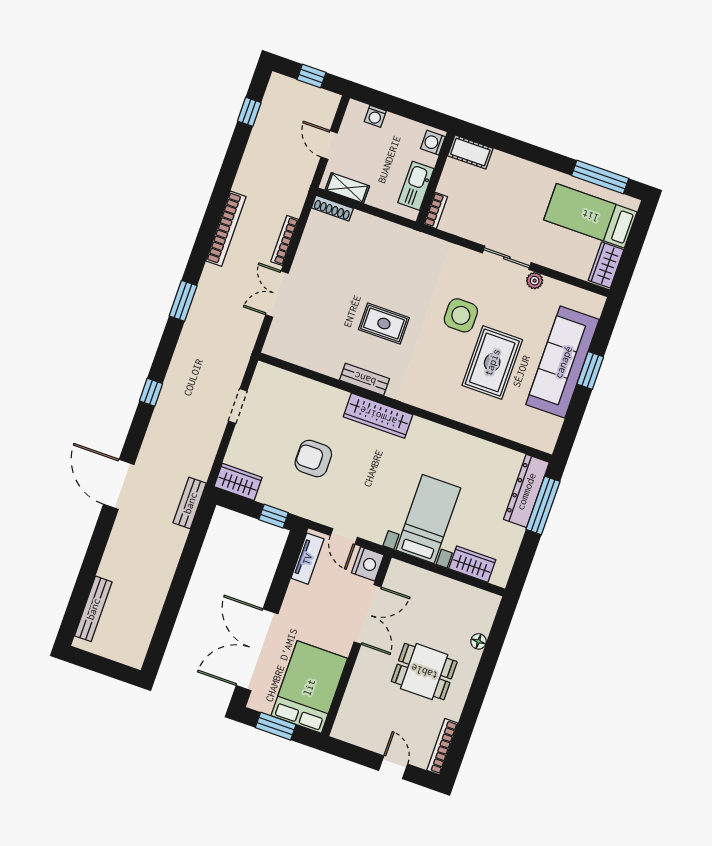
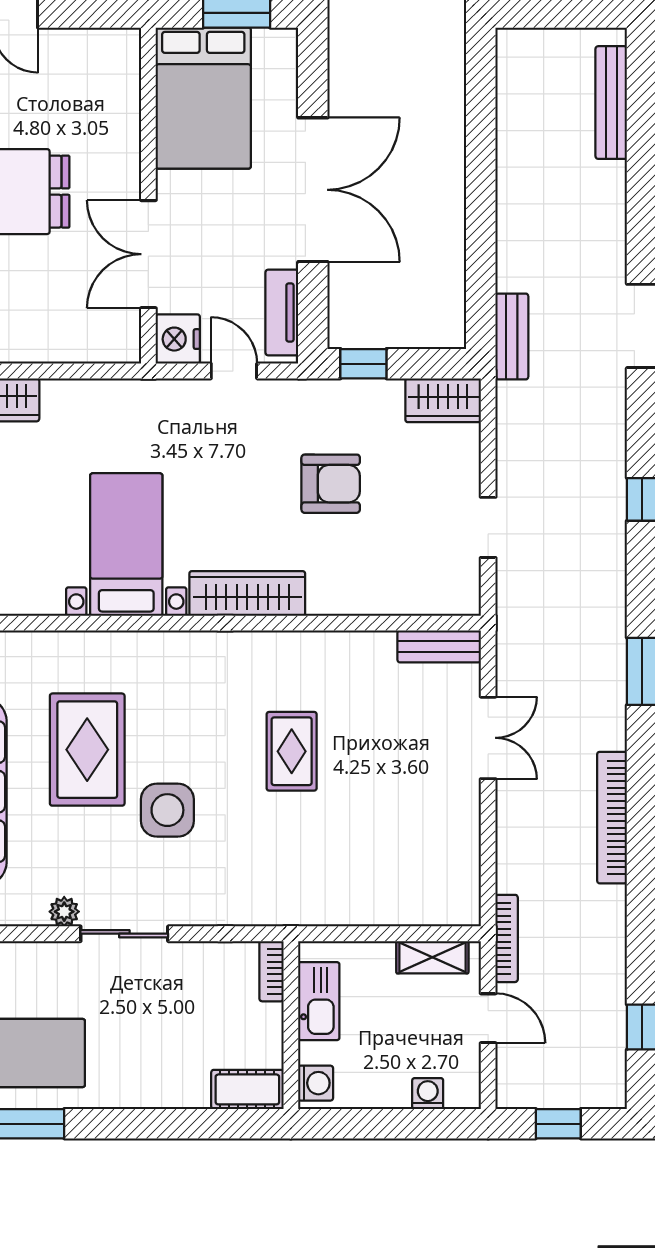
shoe rack: (332, 208) -> (446, 914), removed
bookcase: (285, 240) -> (507, 938), moved
rug: (384, 324) -> (292, 751), turned 90
bench: (365, 379) -> (439, 646), moved
bed with nightstands: (428, 519) -> (126, 545), moved, turned 180
double door: (257, 650) -> (313, 190), moved

